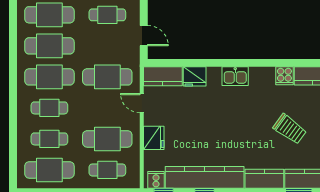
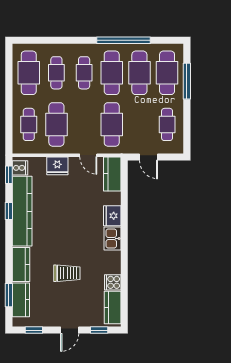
door: (144, 36) -> (149, 157), hinge flipped
window: (13, 64) -> (124, 40), added
fridge: (195, 76) -> (112, 216), moved
door: (142, 103) -> (88, 155), swing flipped
trolley: (290, 129) -> (67, 273), moved, turned -126

